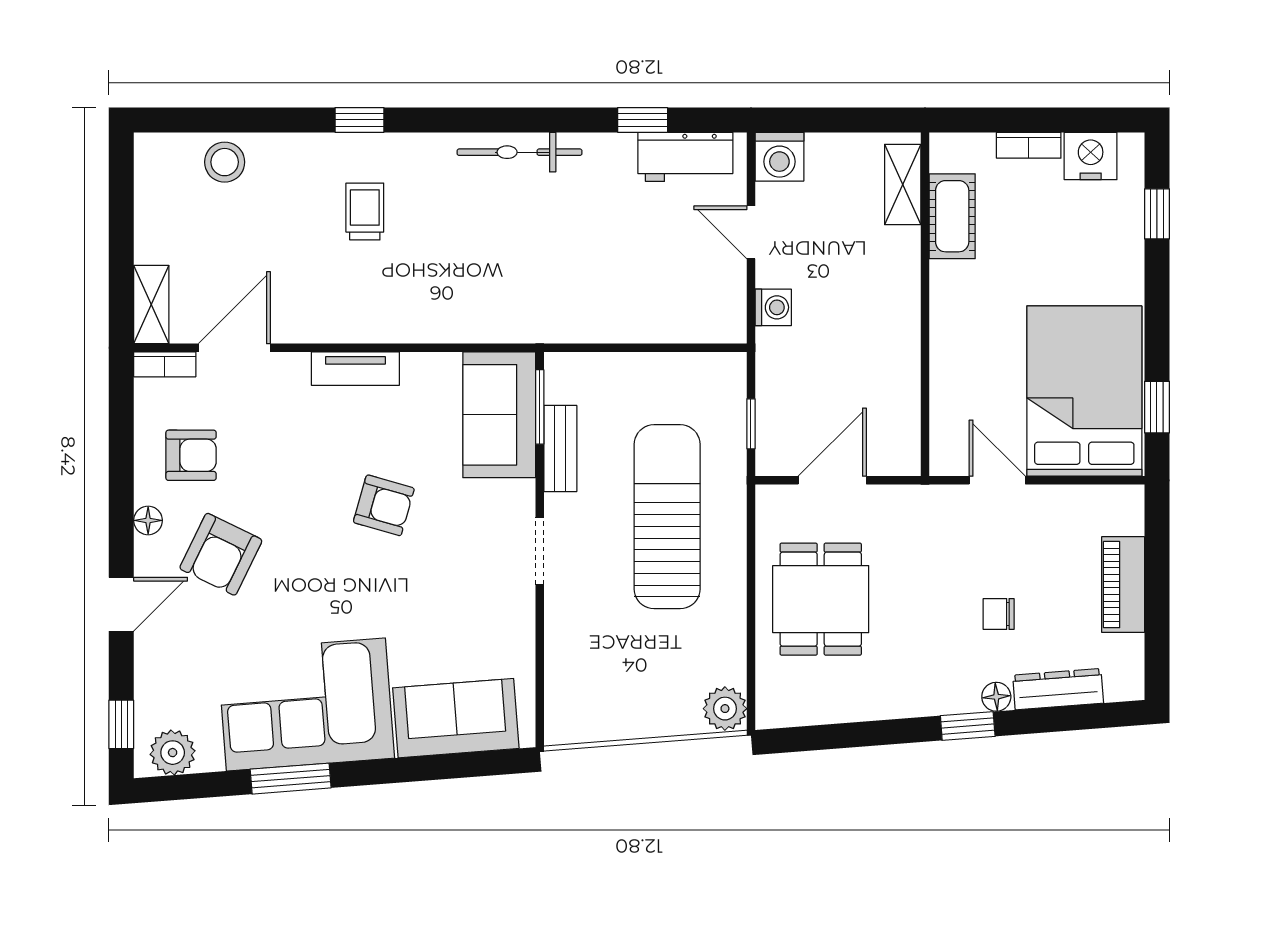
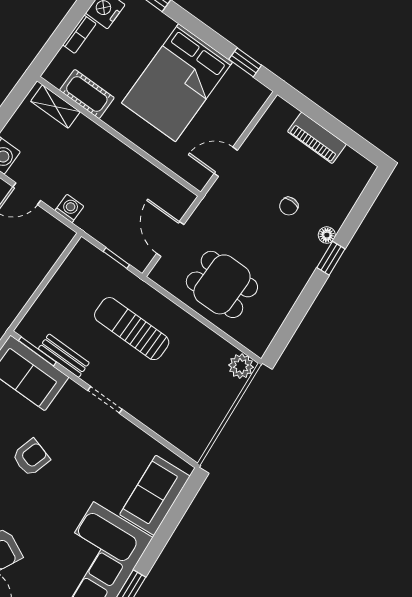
bed: (1084, 391) -> (177, 83), moved, turned -90
sun lounger: (667, 517) -> (132, 329), width x0.73, depth x0.75
dresser: (1058, 689) -> (344, 204), removed

